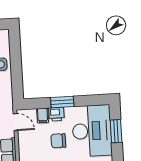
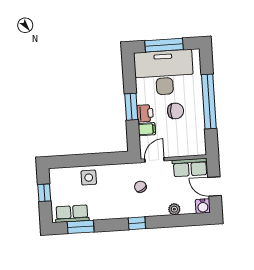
window: (116, 131) -> (164, 45), width x1.44
chair: (58, 141) -> (175, 111), turned -90

